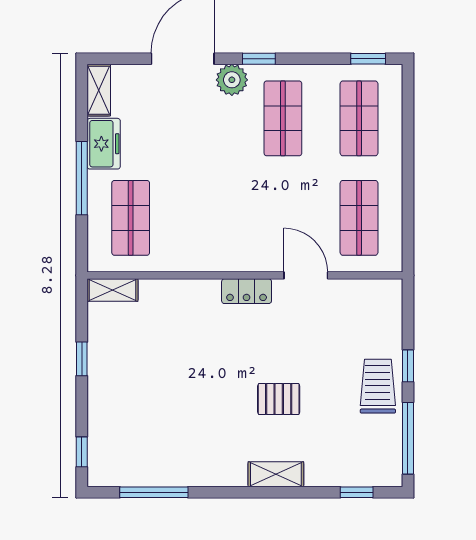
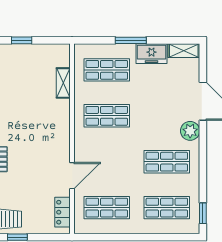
window: (259, 59) -> (203, 147), removed
window: (82, 178) -> (131, 40), width x0.69
shop shelf: (207, 218) -> (107, 116), added
shelving: (113, 290) -> (63, 83), moved
locker: (247, 291) -> (63, 212), moved

